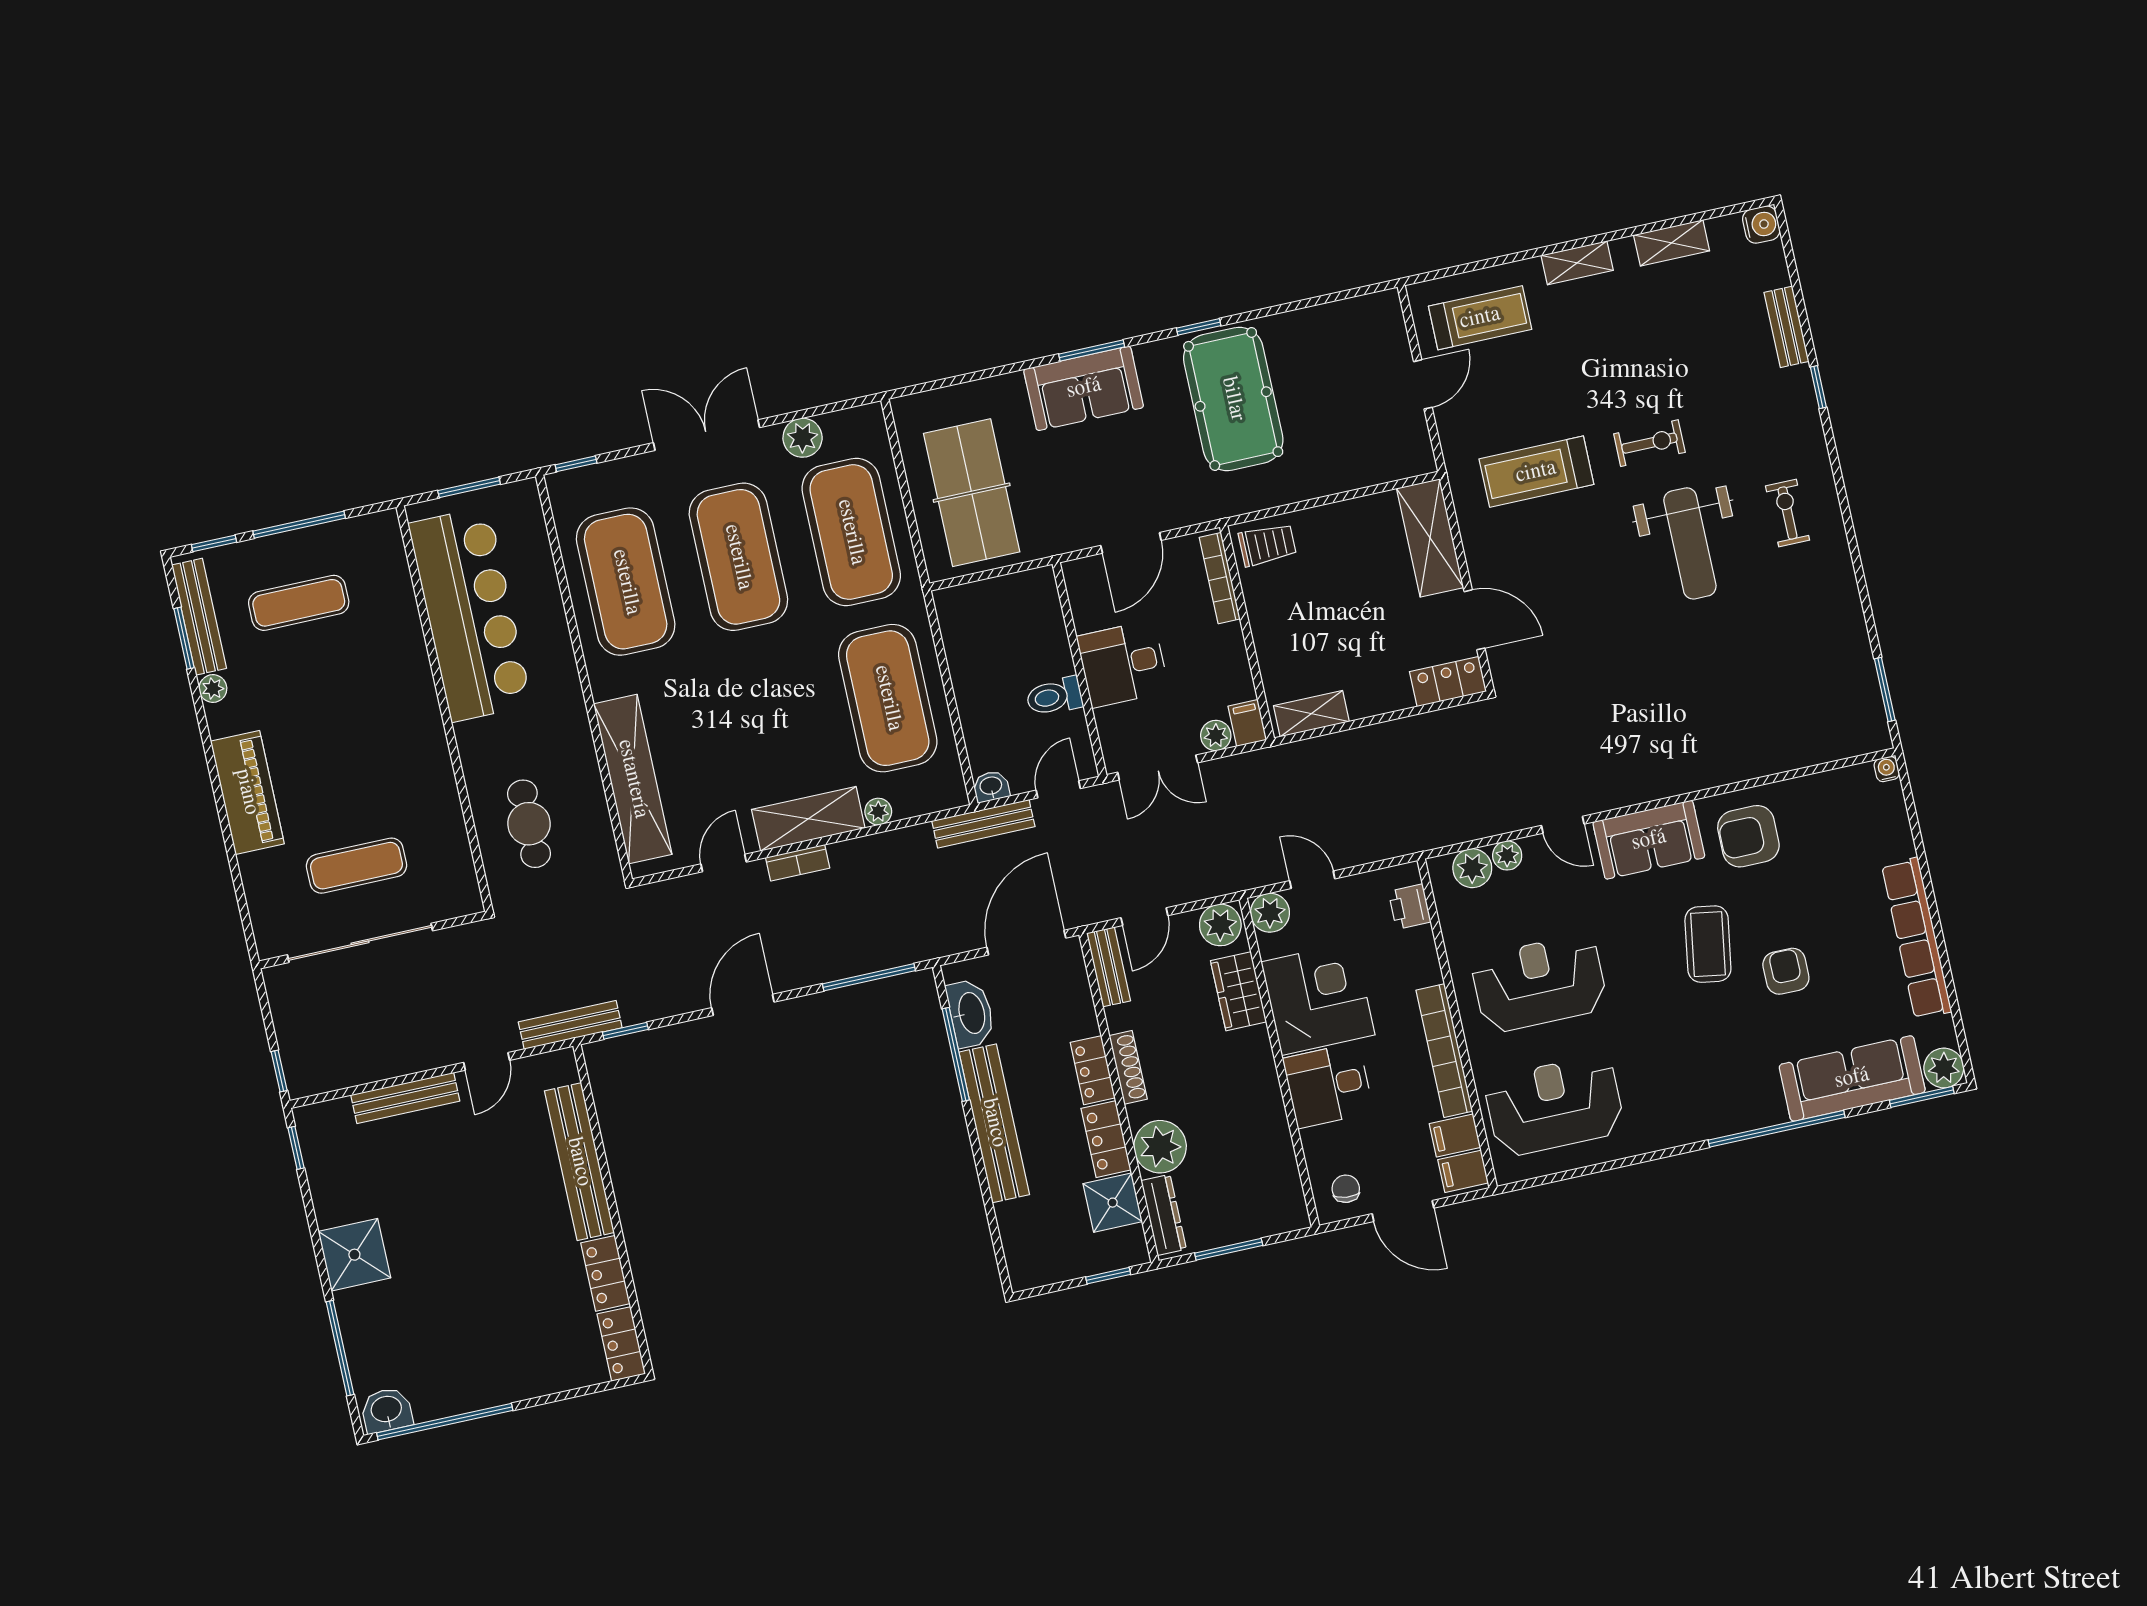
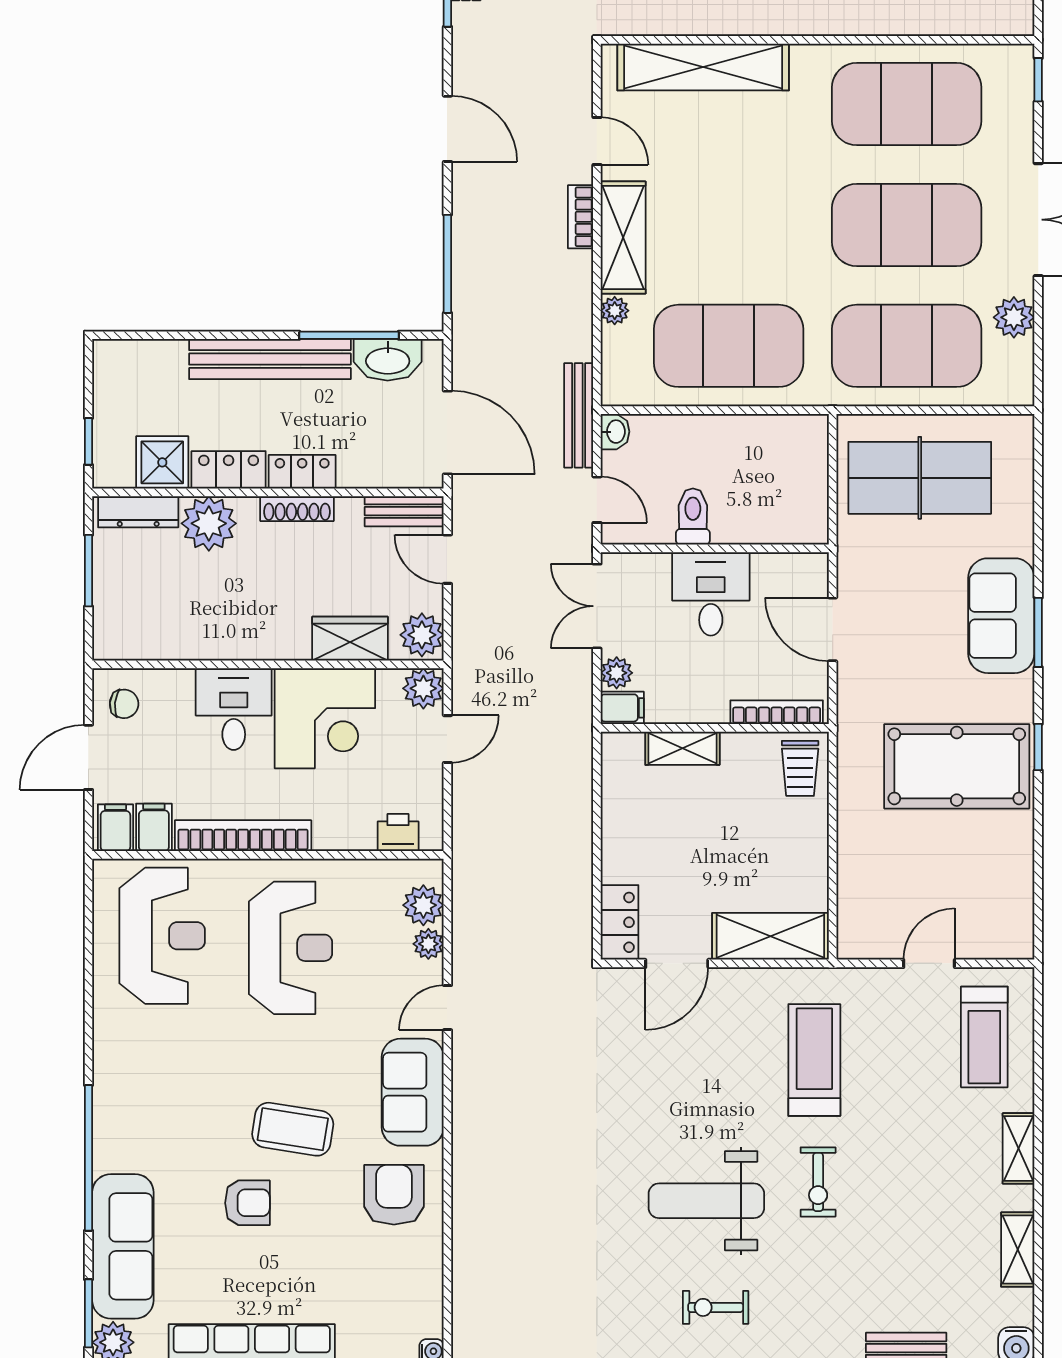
door: (1423, 384) -> (929, 963), swing flipped
exercise bike: (1788, 513) -> (716, 1307), turned 180
shelving: (1311, 714) -> (682, 748), moved, turned 90

